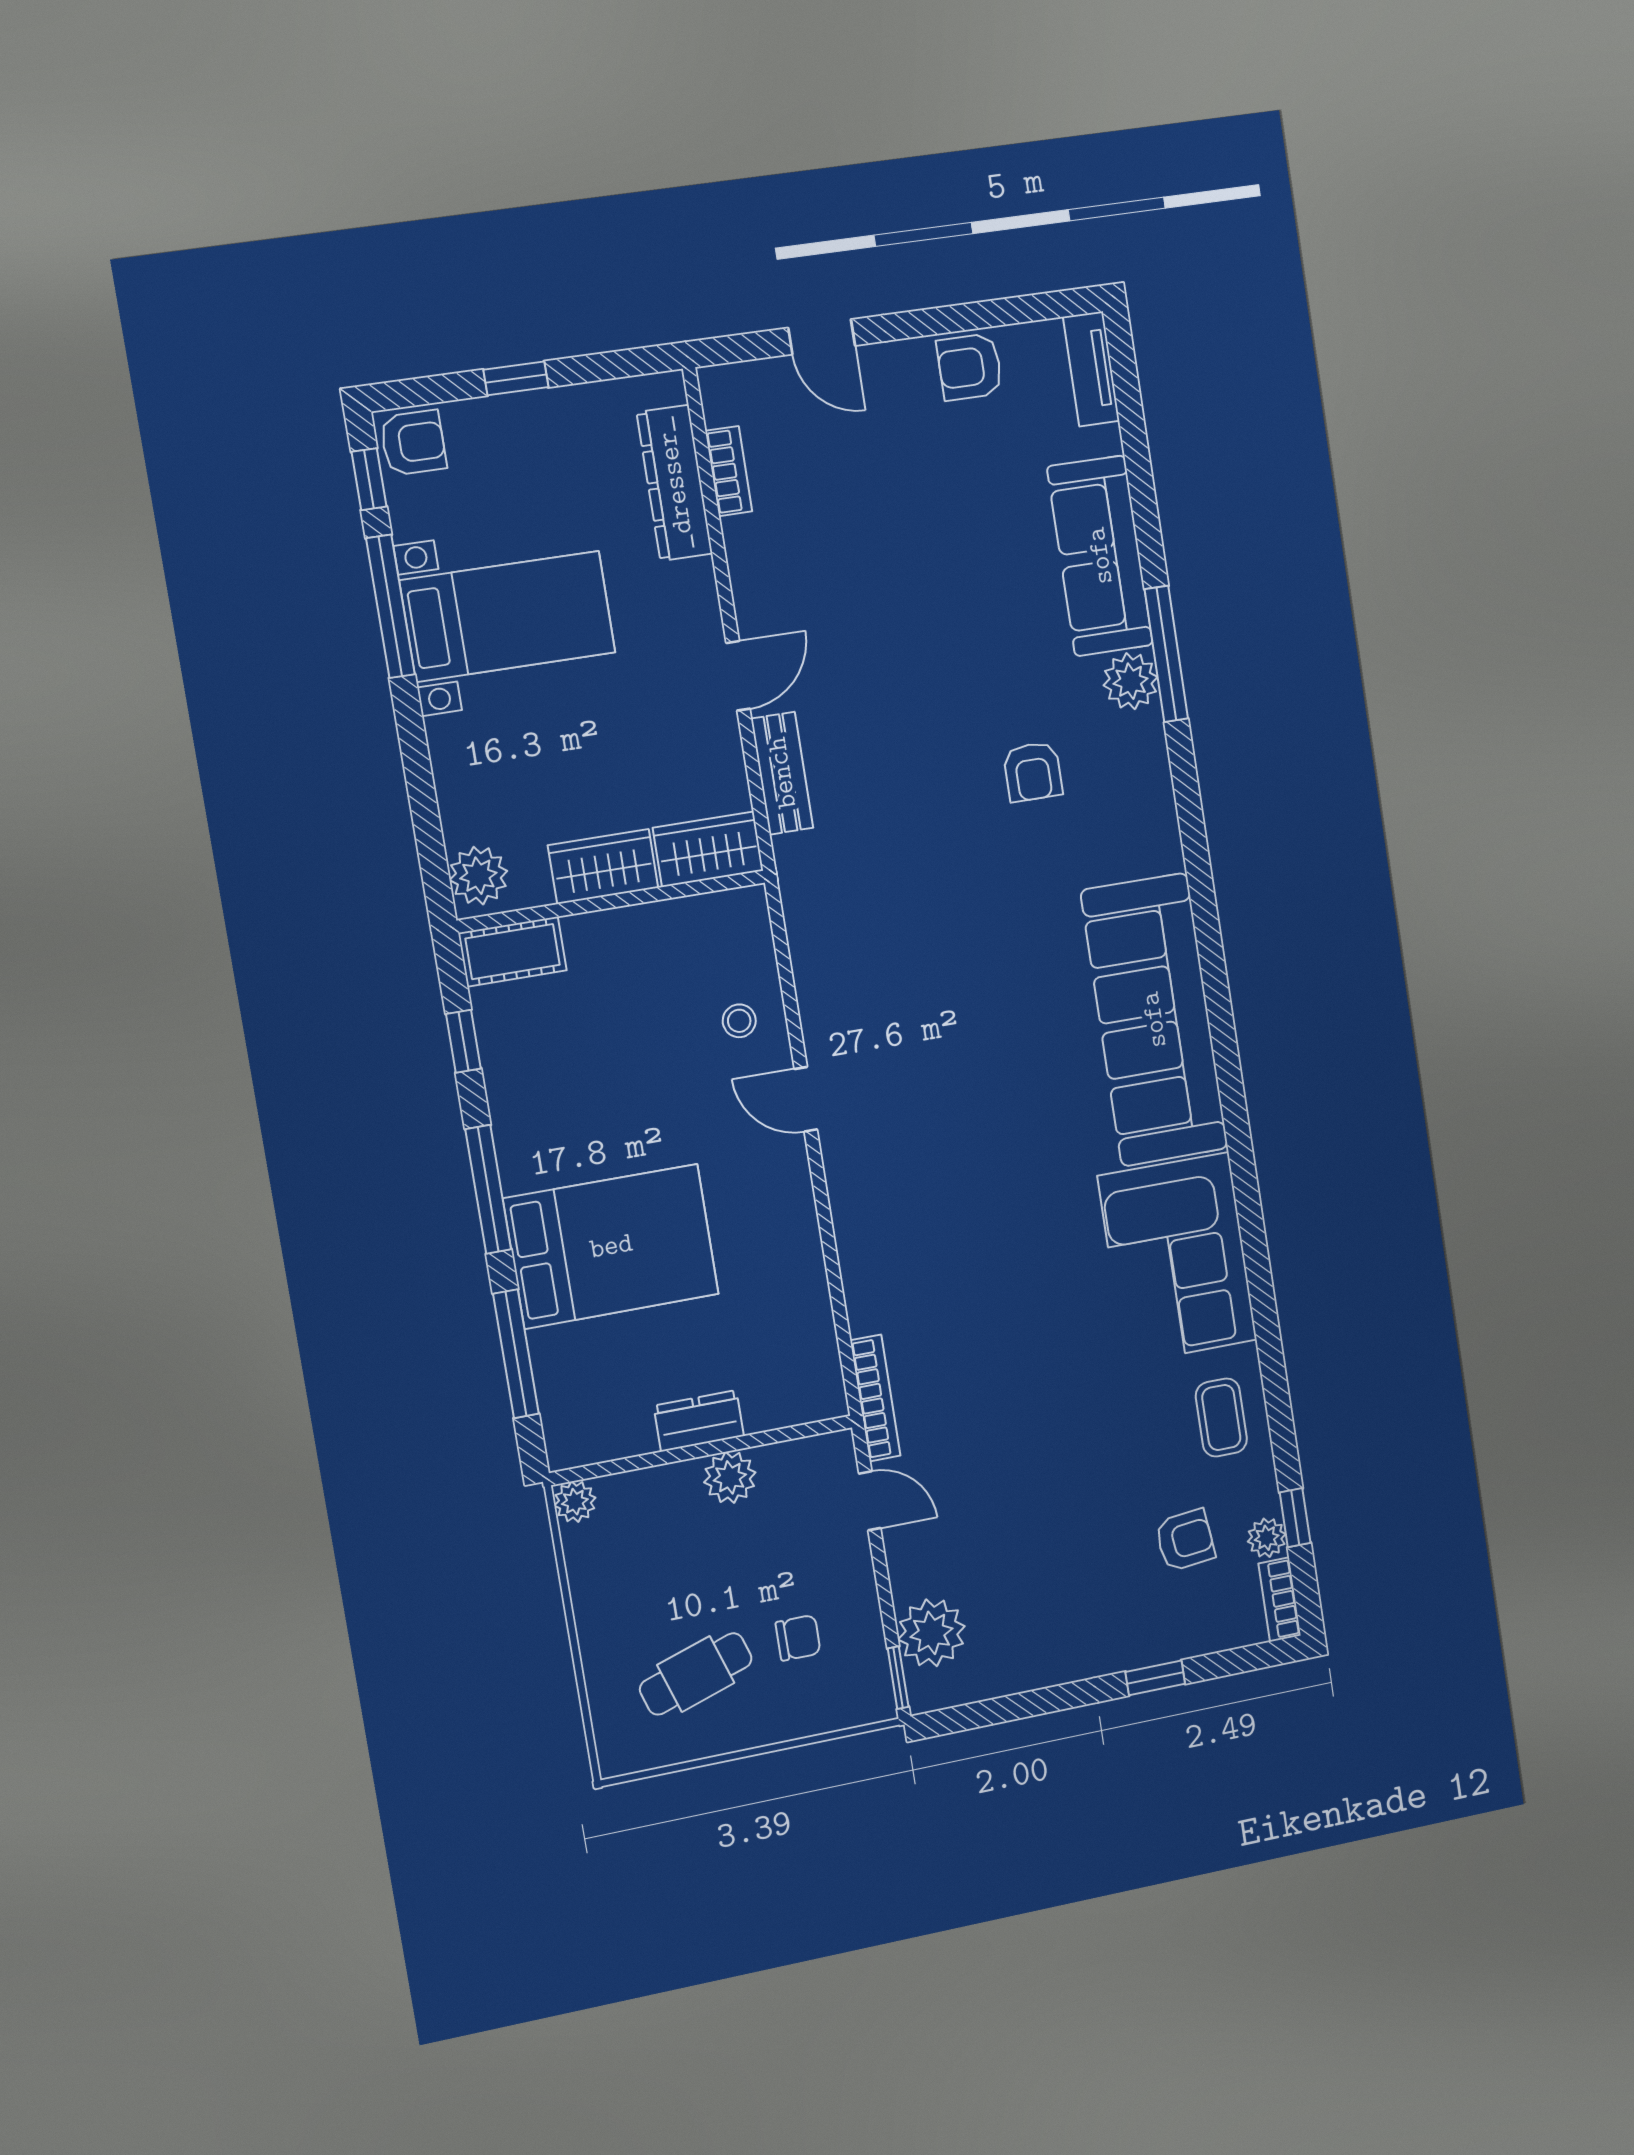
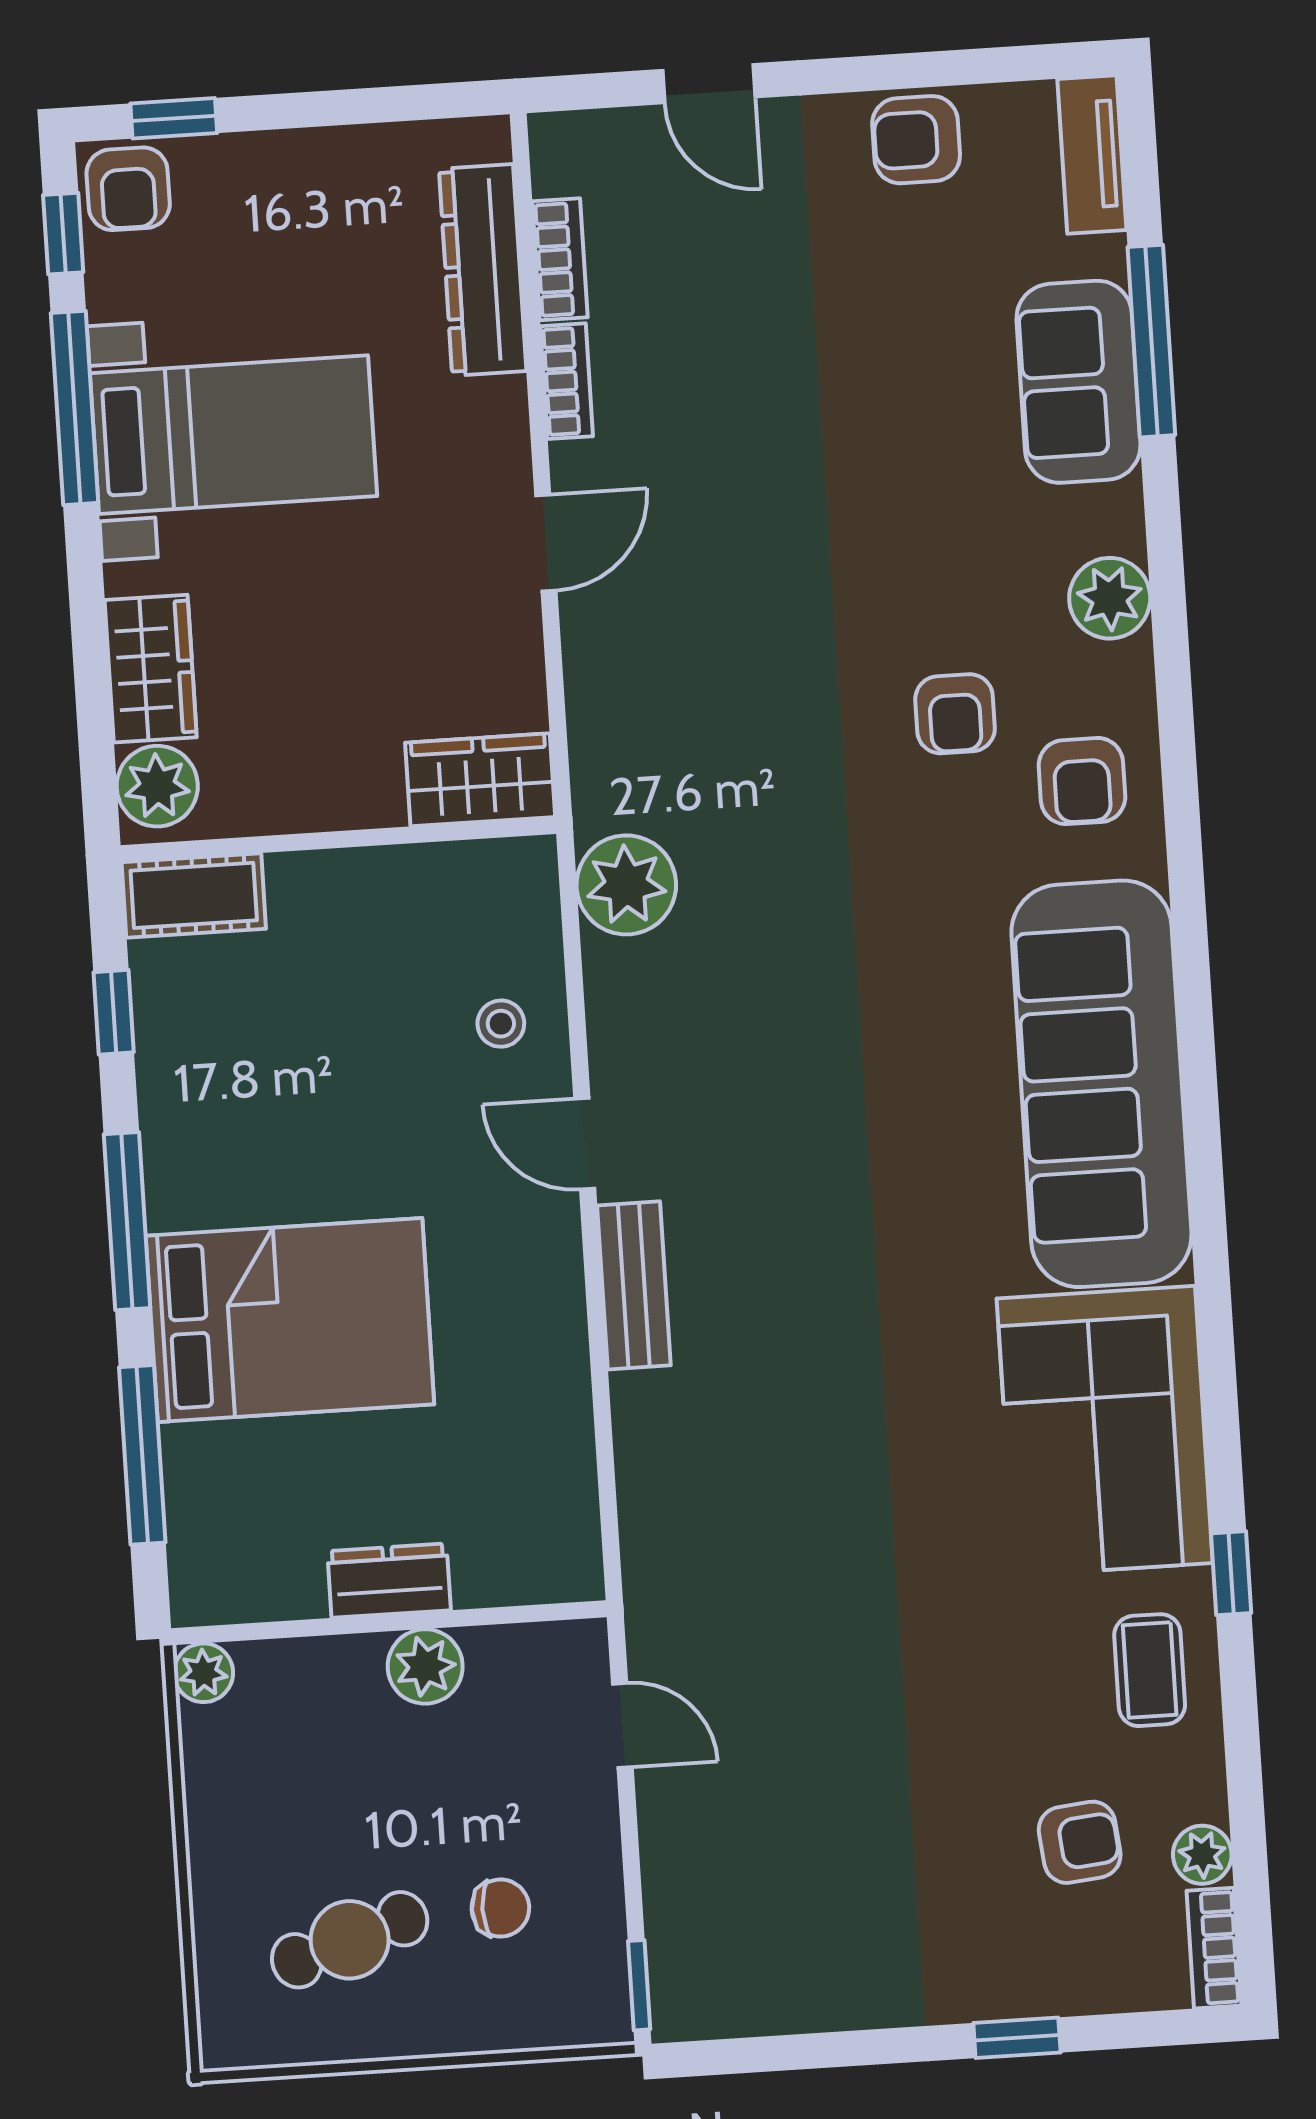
window: (516, 378) -> (174, 118), moved
armchair: (413, 443) -> (128, 189), turned 90
sofa: (1100, 556) -> (1078, 382), width x0.73
window: (1166, 654) -> (1151, 341), moved
bench: (782, 773) -> (634, 1285), moved
armchair: (1123, 811) -> (1082, 781), added
wardrobe: (603, 867) -> (151, 669), moved, turned 90
bookcase: (875, 1398) -> (567, 381), moved, width x0.64
window: (1295, 1518) -> (1231, 1573), moved
plant: (931, 1633) -> (626, 885), moved

